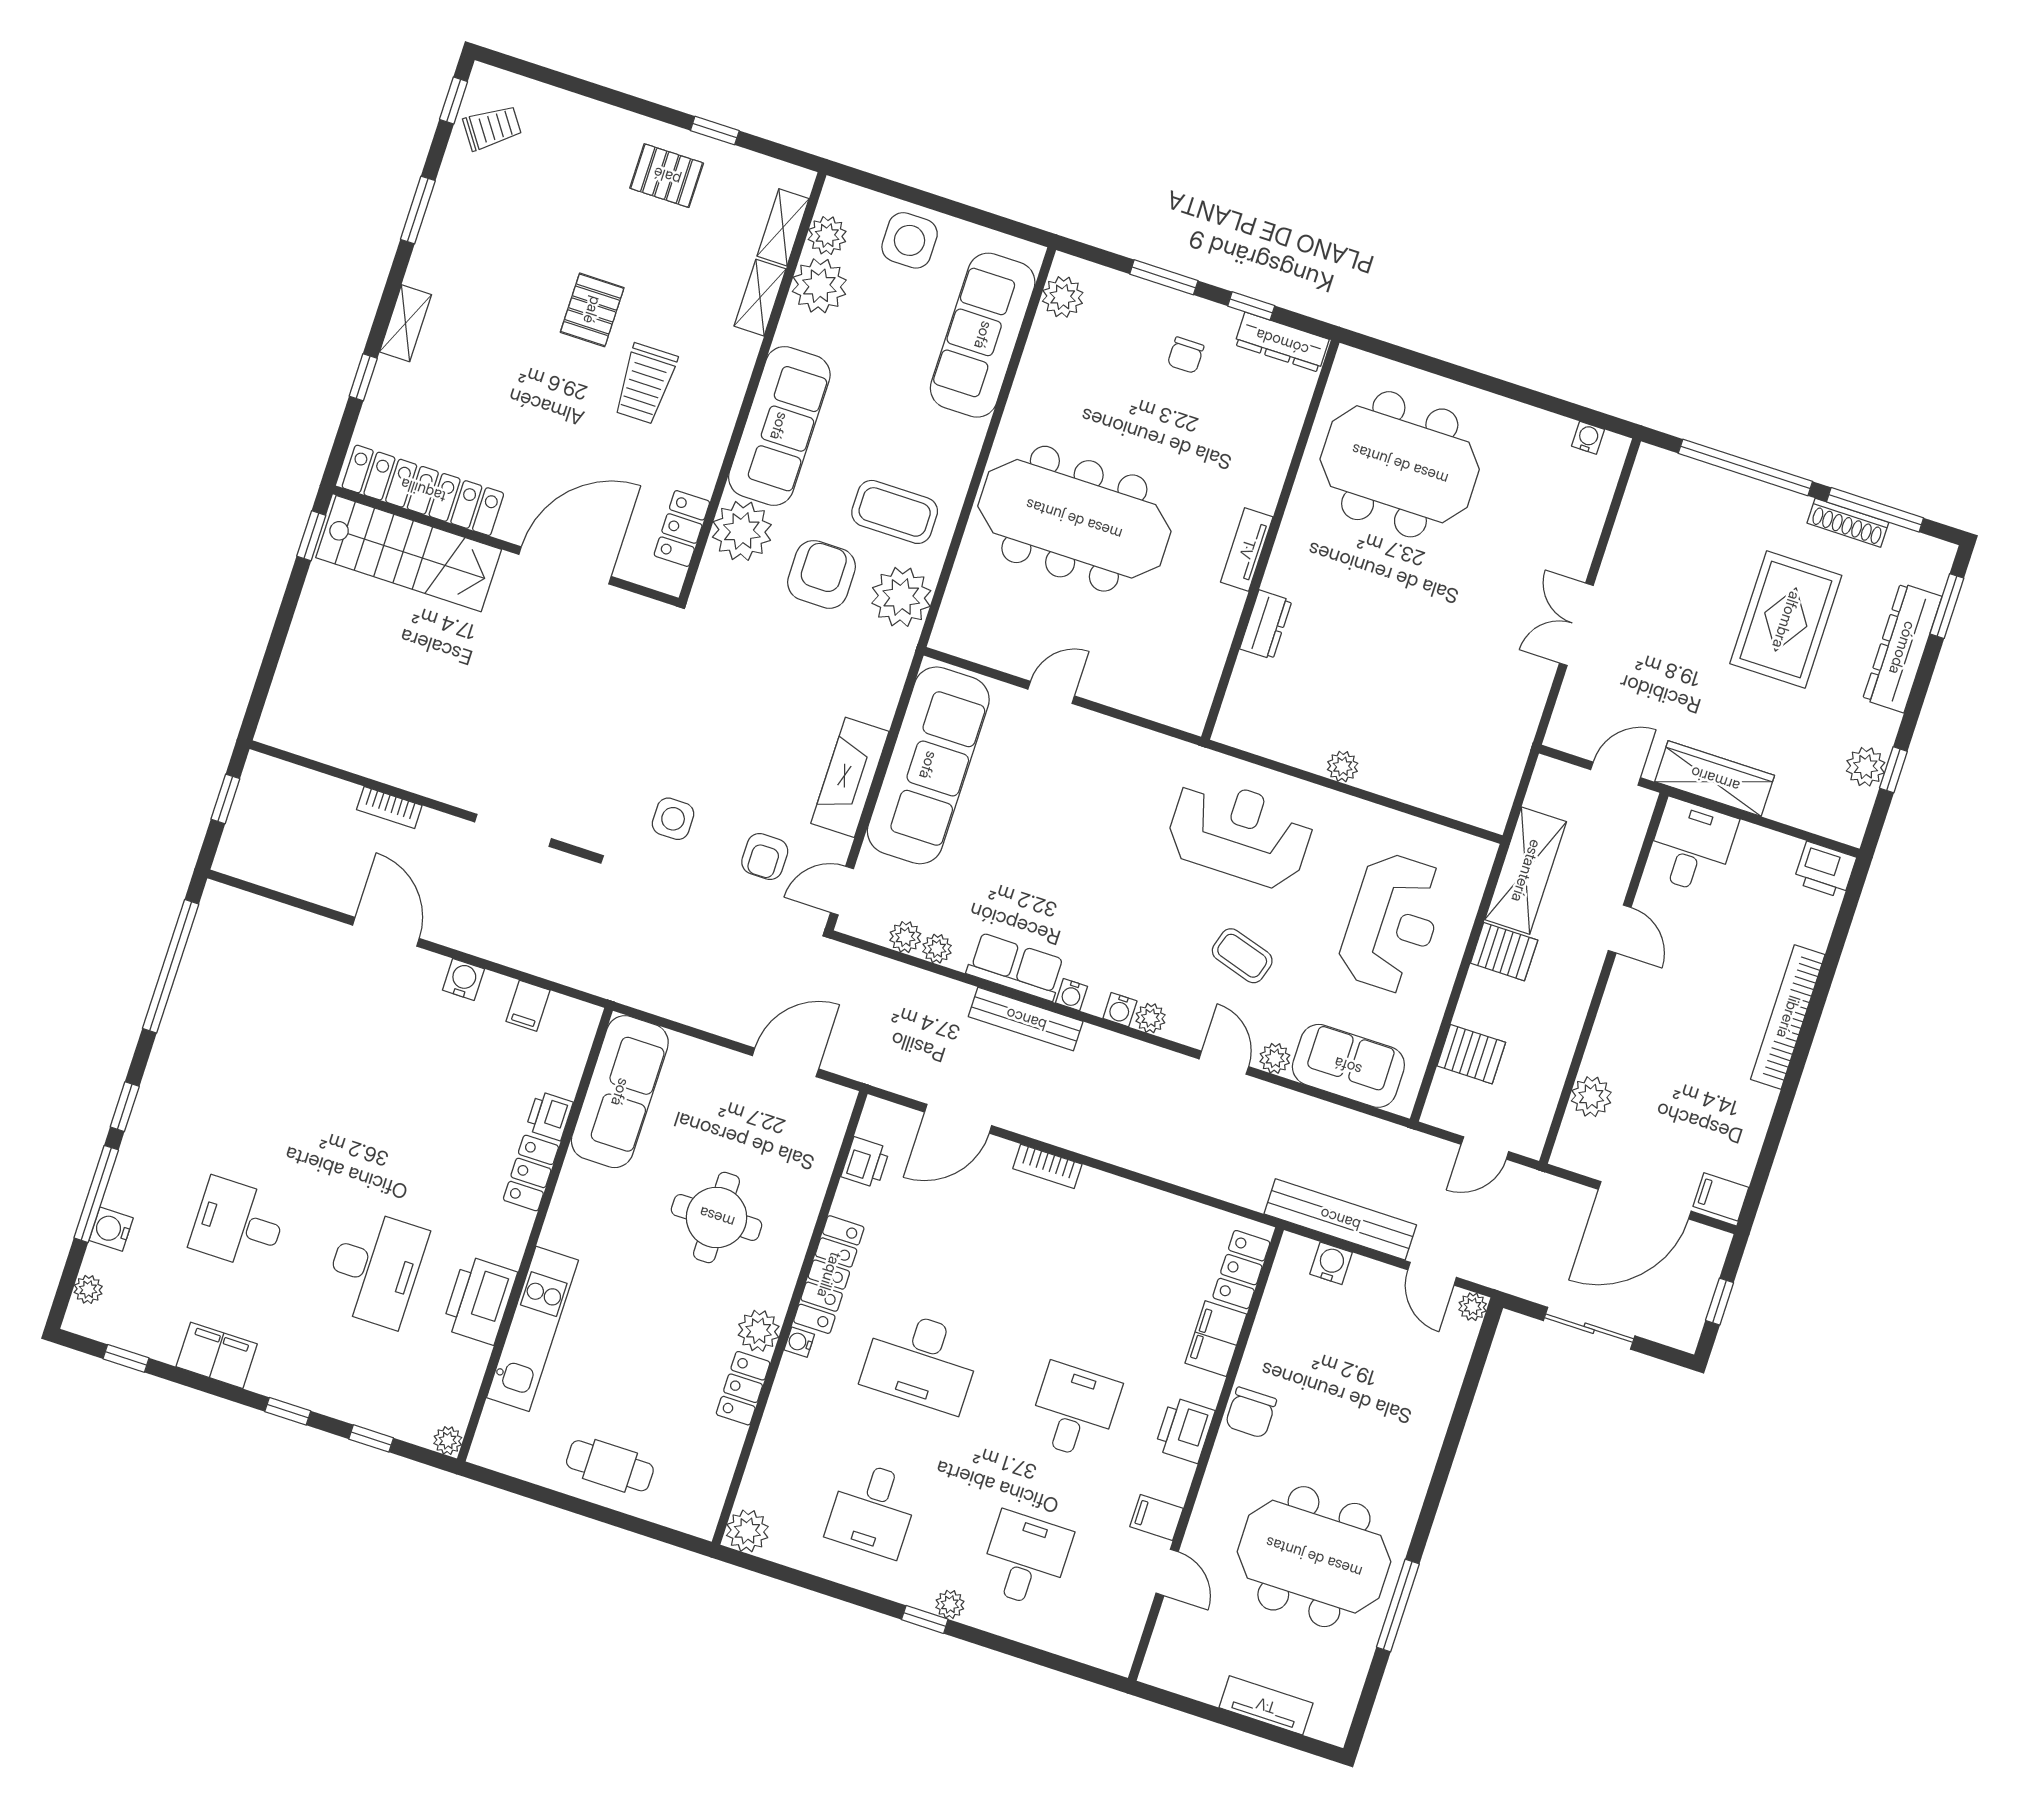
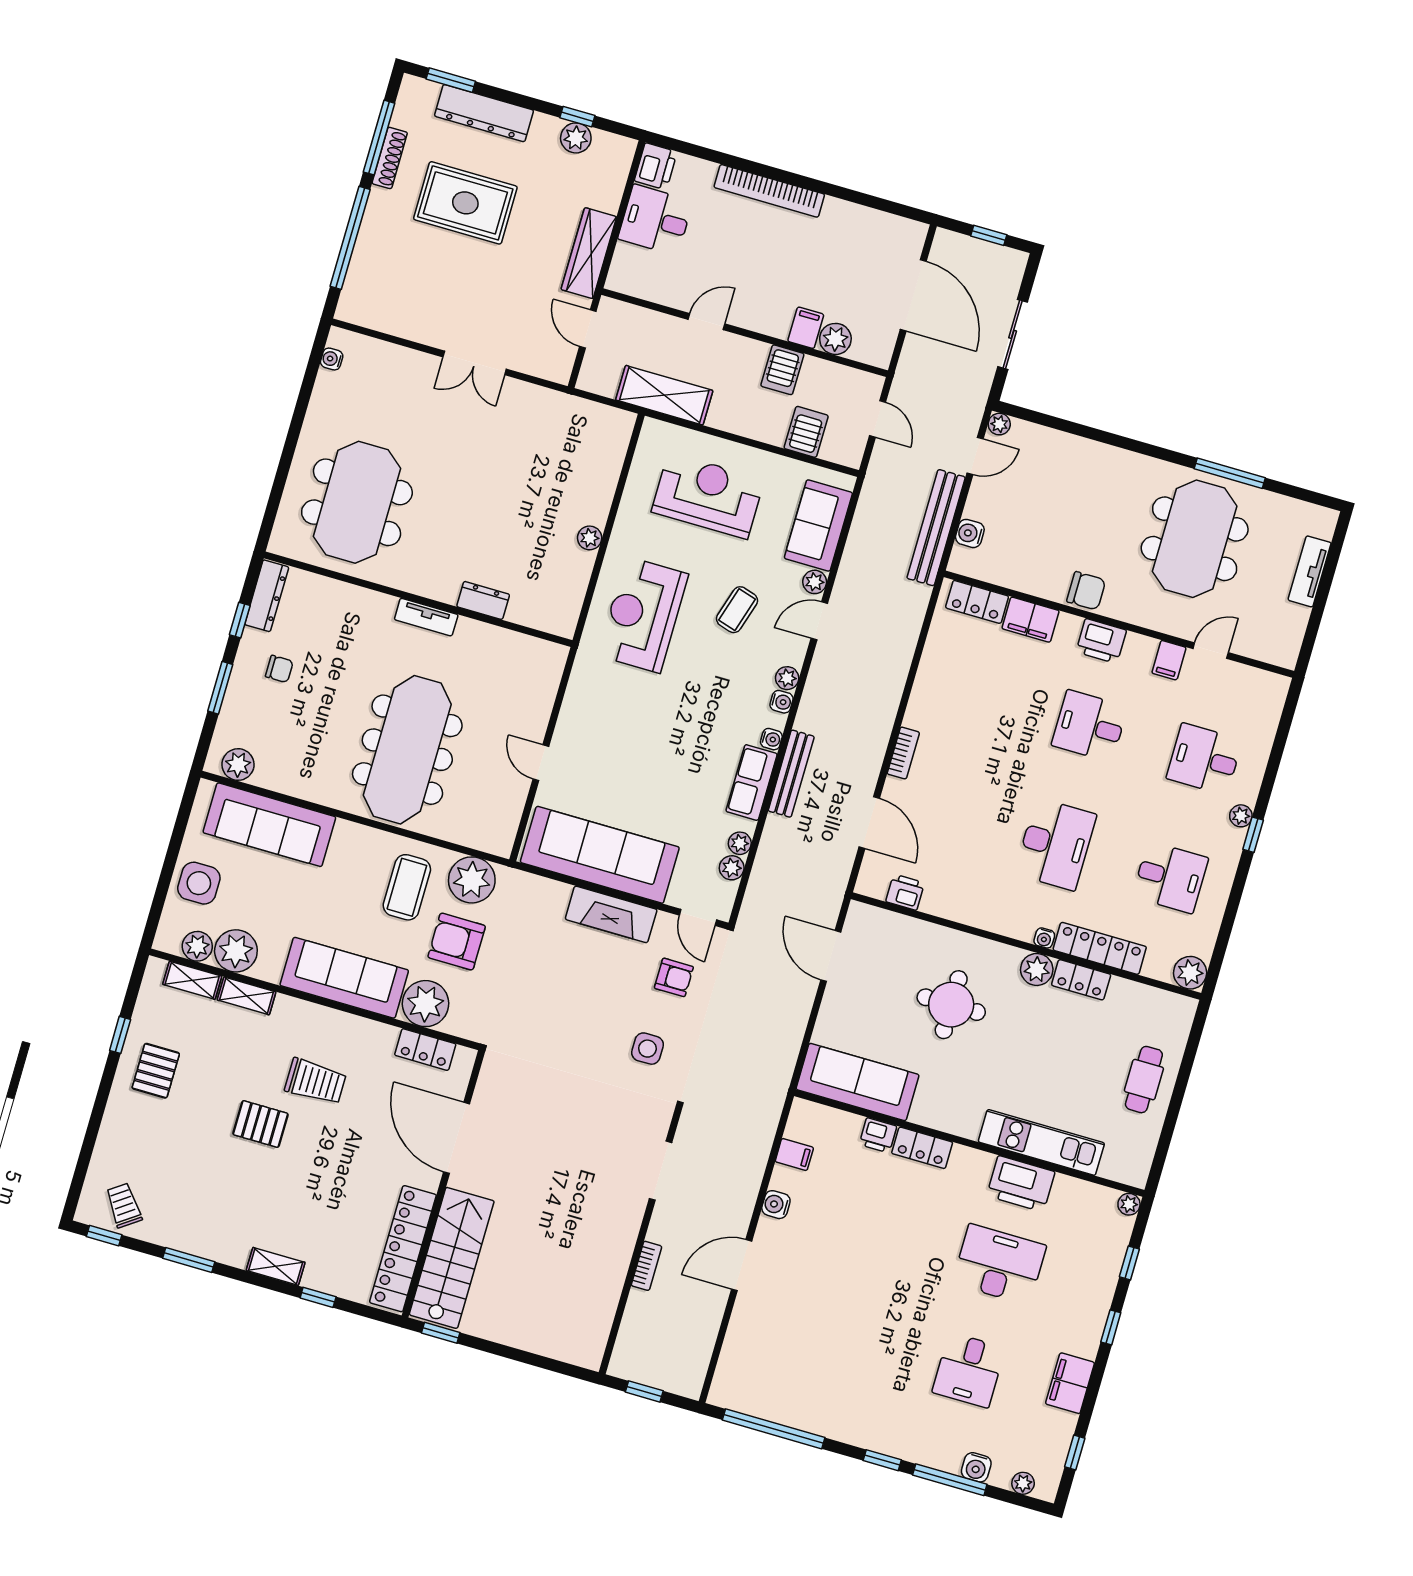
desk: (1691, 846) -> (655, 220), moved
server rack: (1504, 952) -> (782, 370), moved, turned 180
filing cabinet: (1721, 1197) -> (806, 328), moved, turned 180
locker: (829, 1275) -> (1100, 948), moved

